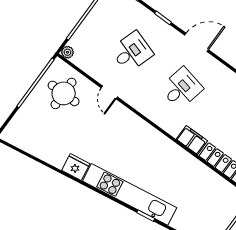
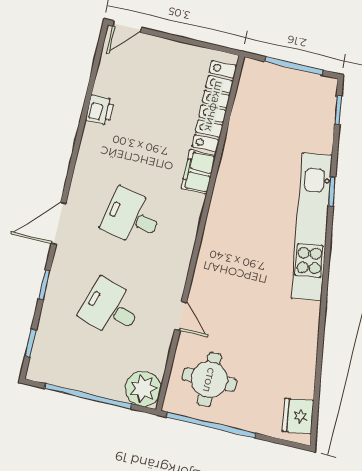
door: (197, 42) -> (59, 223), hinge flipped
plant: (67, 52) -> (143, 389), width x1.87, depth x1.87
door: (109, 92) -> (181, 316), hinge flipped
fridge: (76, 167) -> (298, 416), moved

